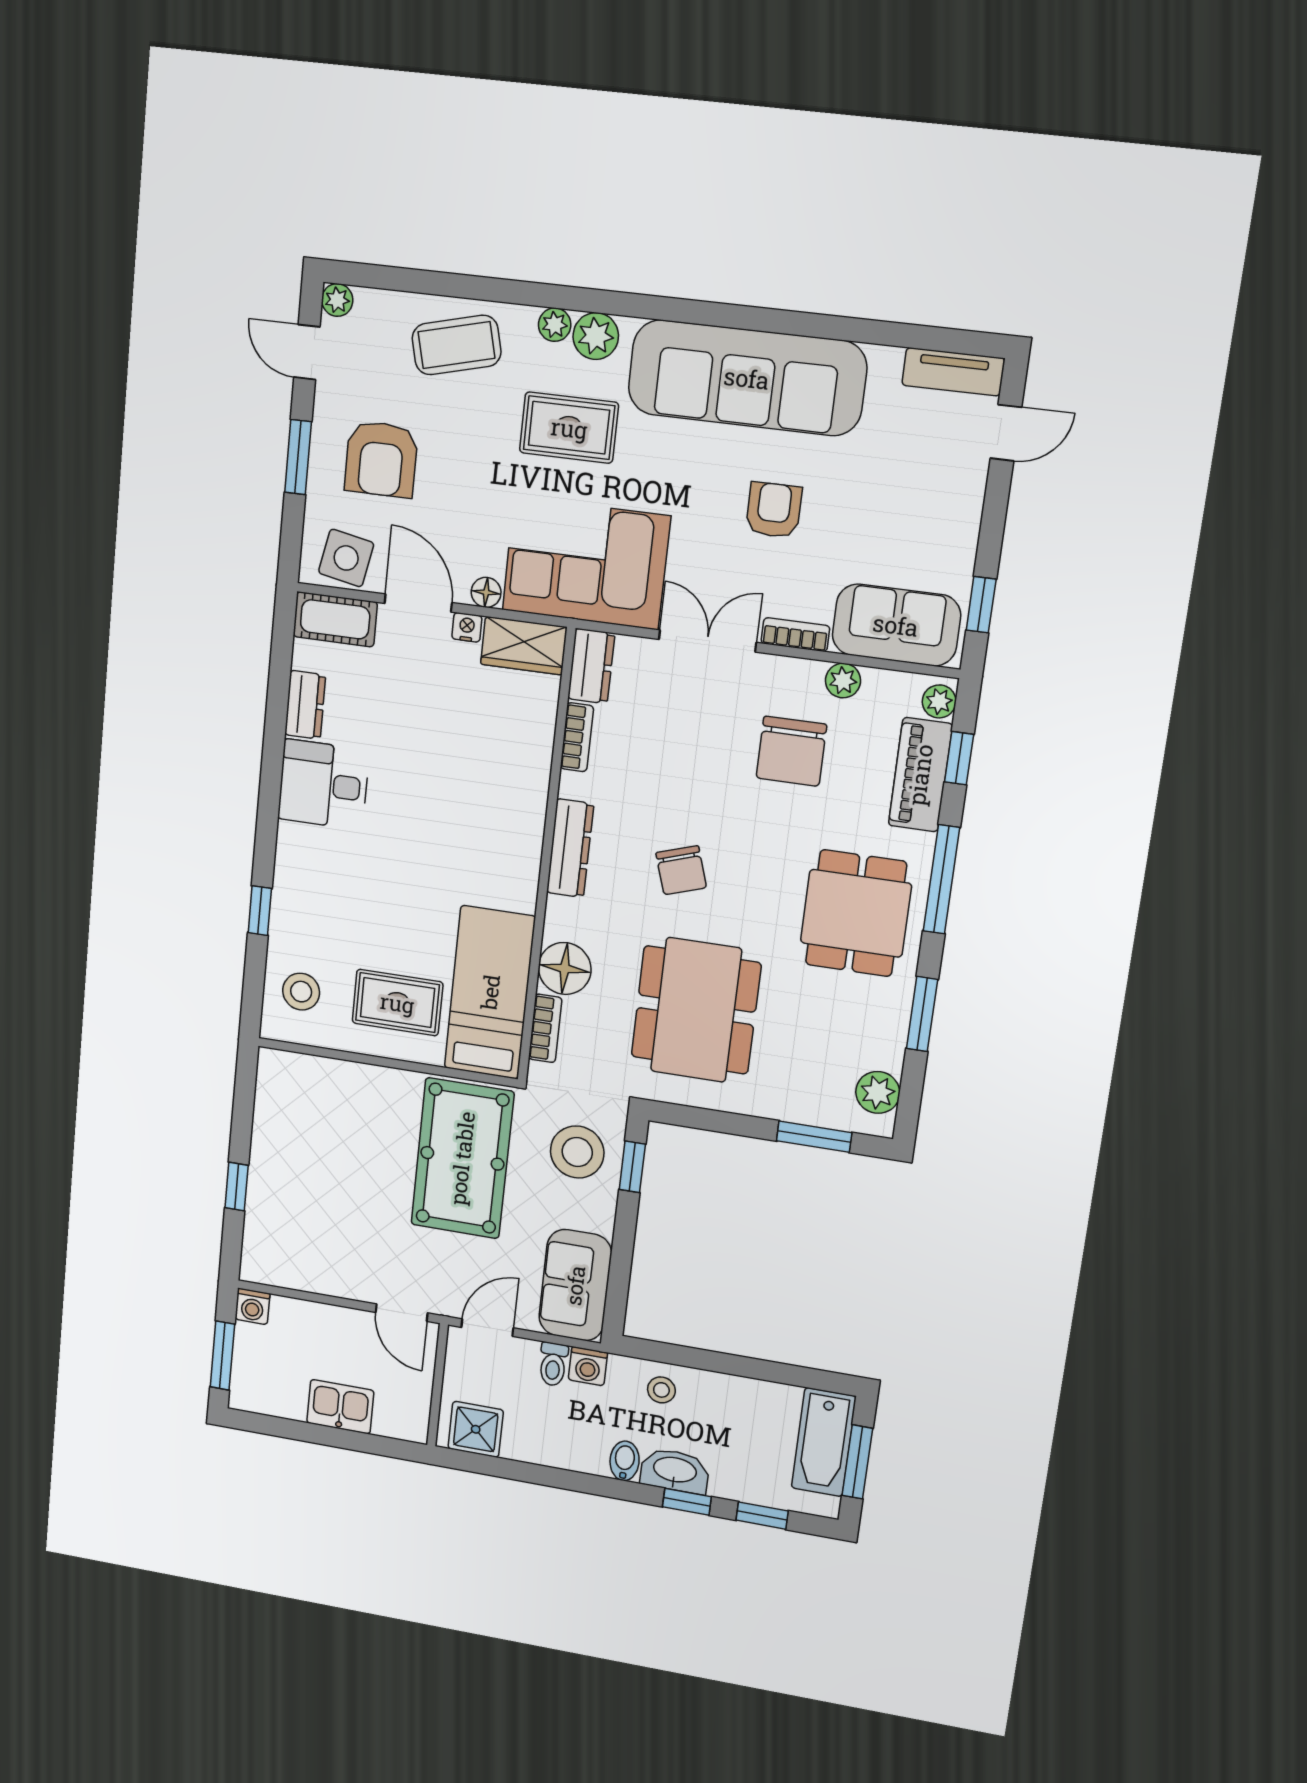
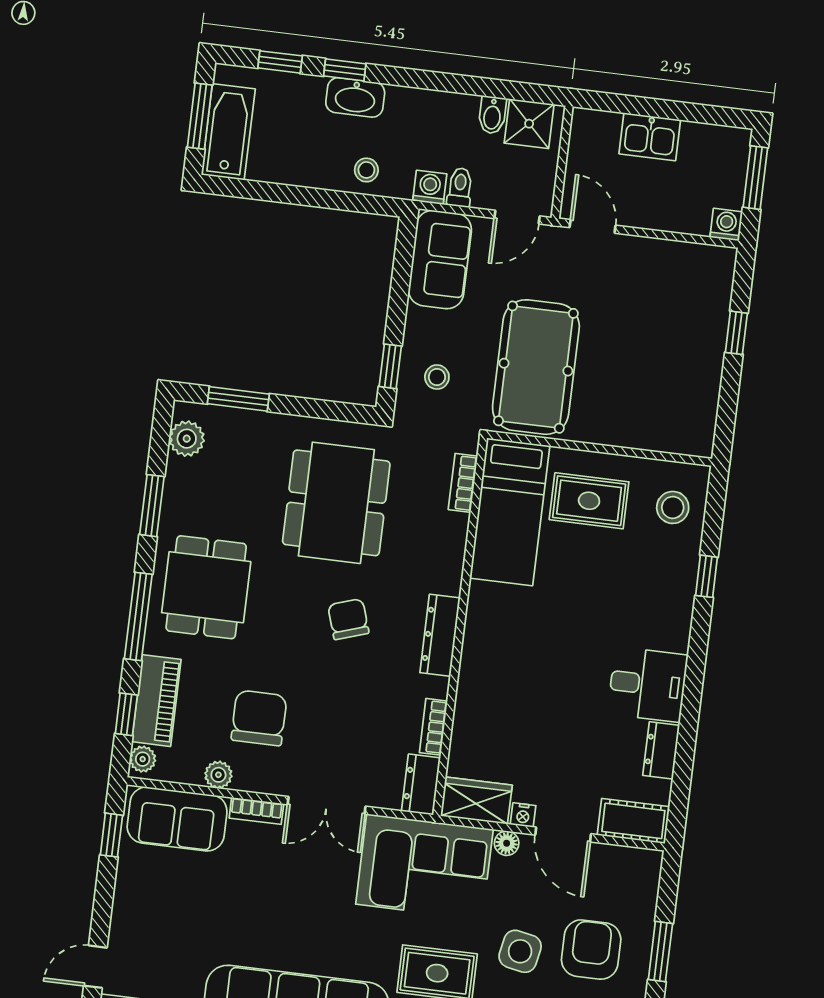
armchair: (774, 510) -> (274, 908), removed
side table: (346, 558) -> (520, 951), moved
floor lamp: (565, 968) -> (446, 534), removed
stool: (577, 1152) -> (437, 377), width x0.53, depth x0.53
bidet: (625, 1461) -> (492, 115), moved

